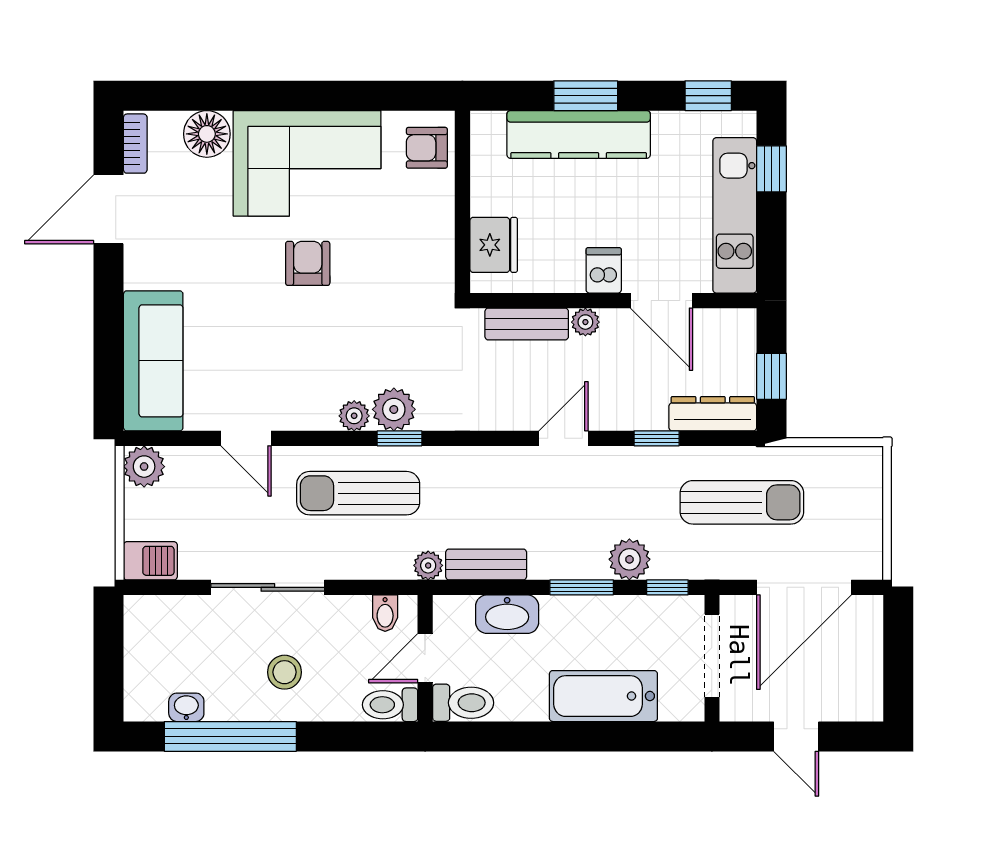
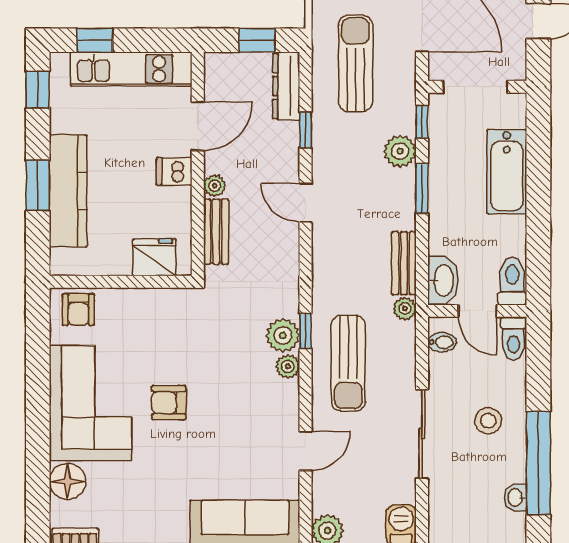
washbasin: (507, 614) -> (443, 280), moved

